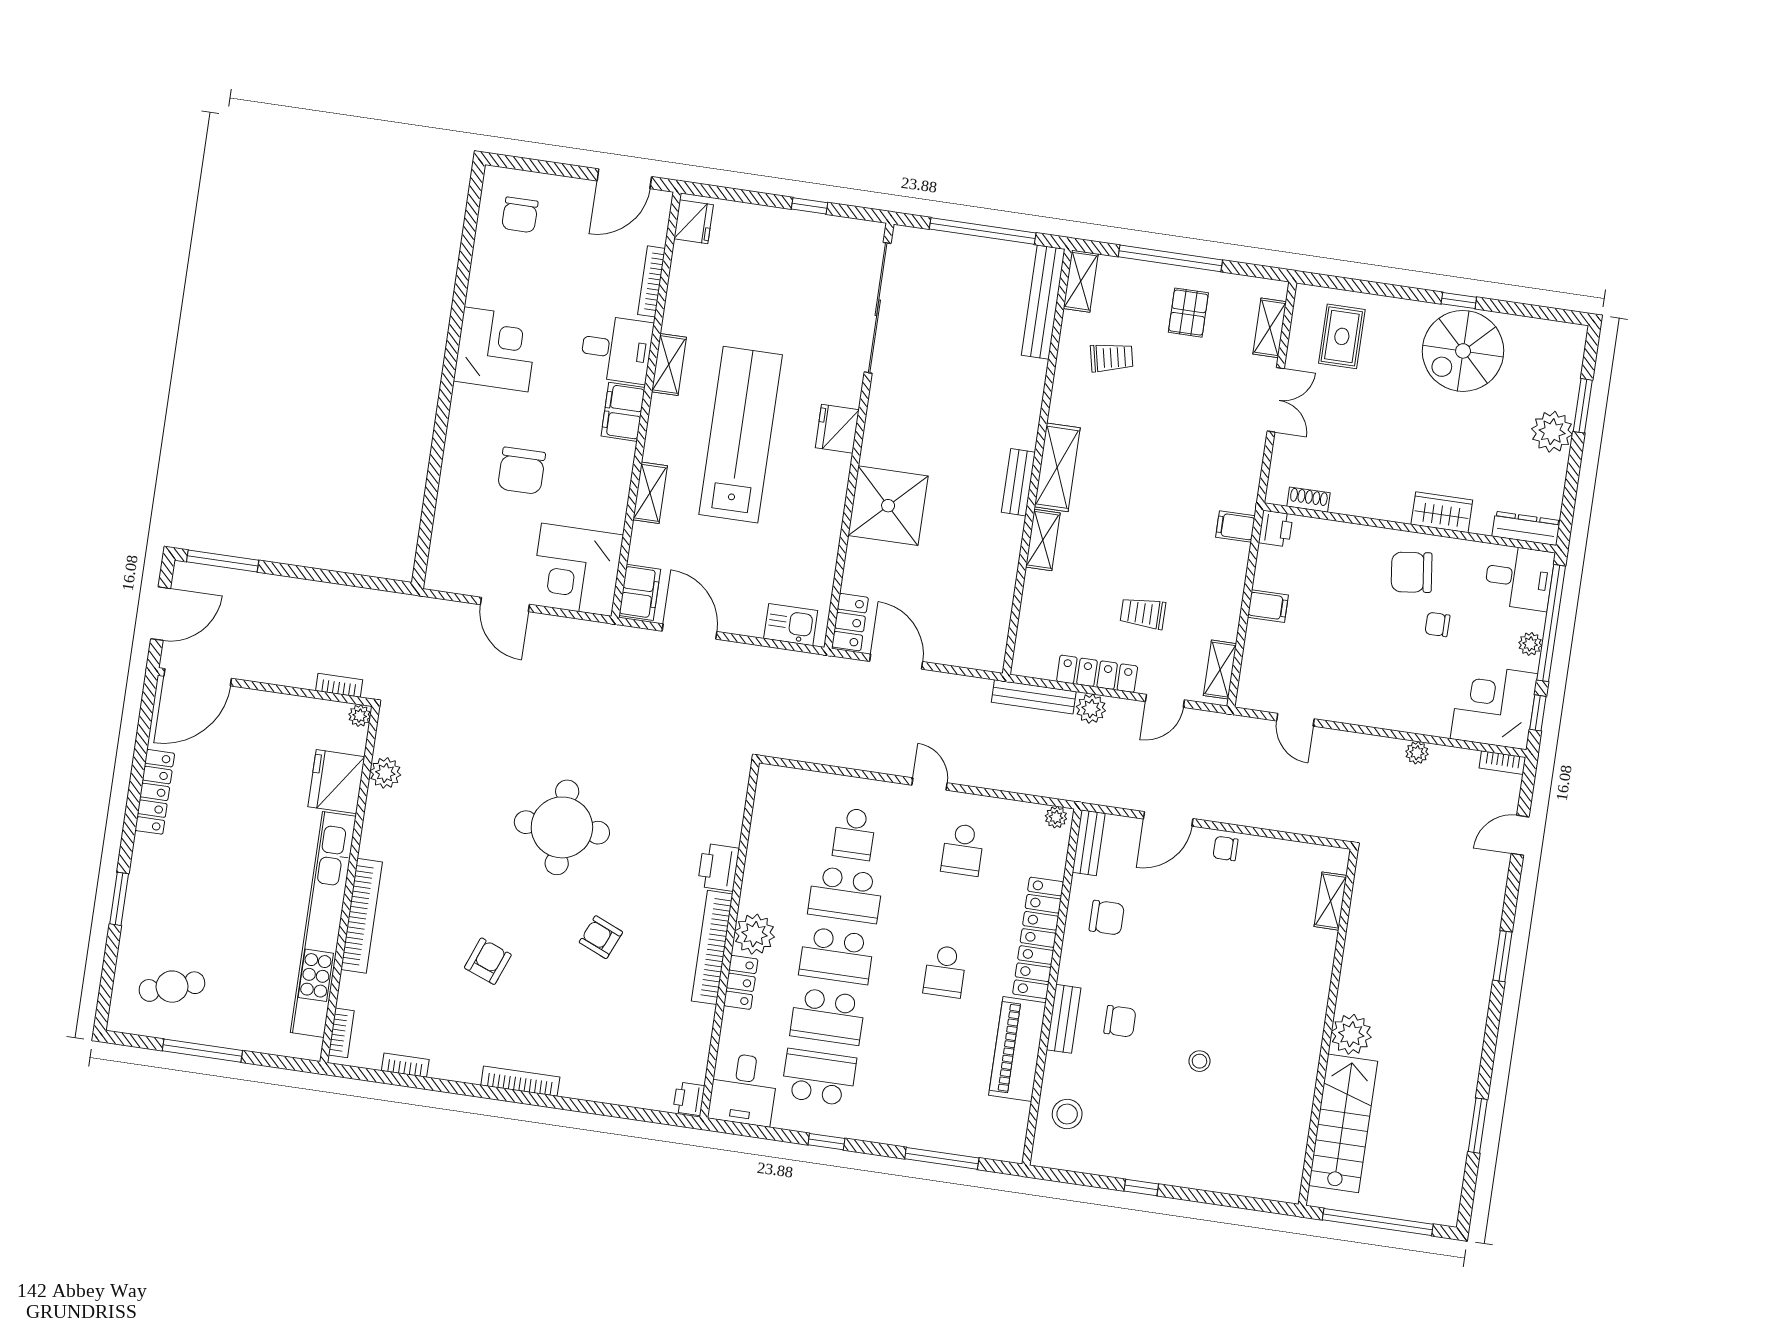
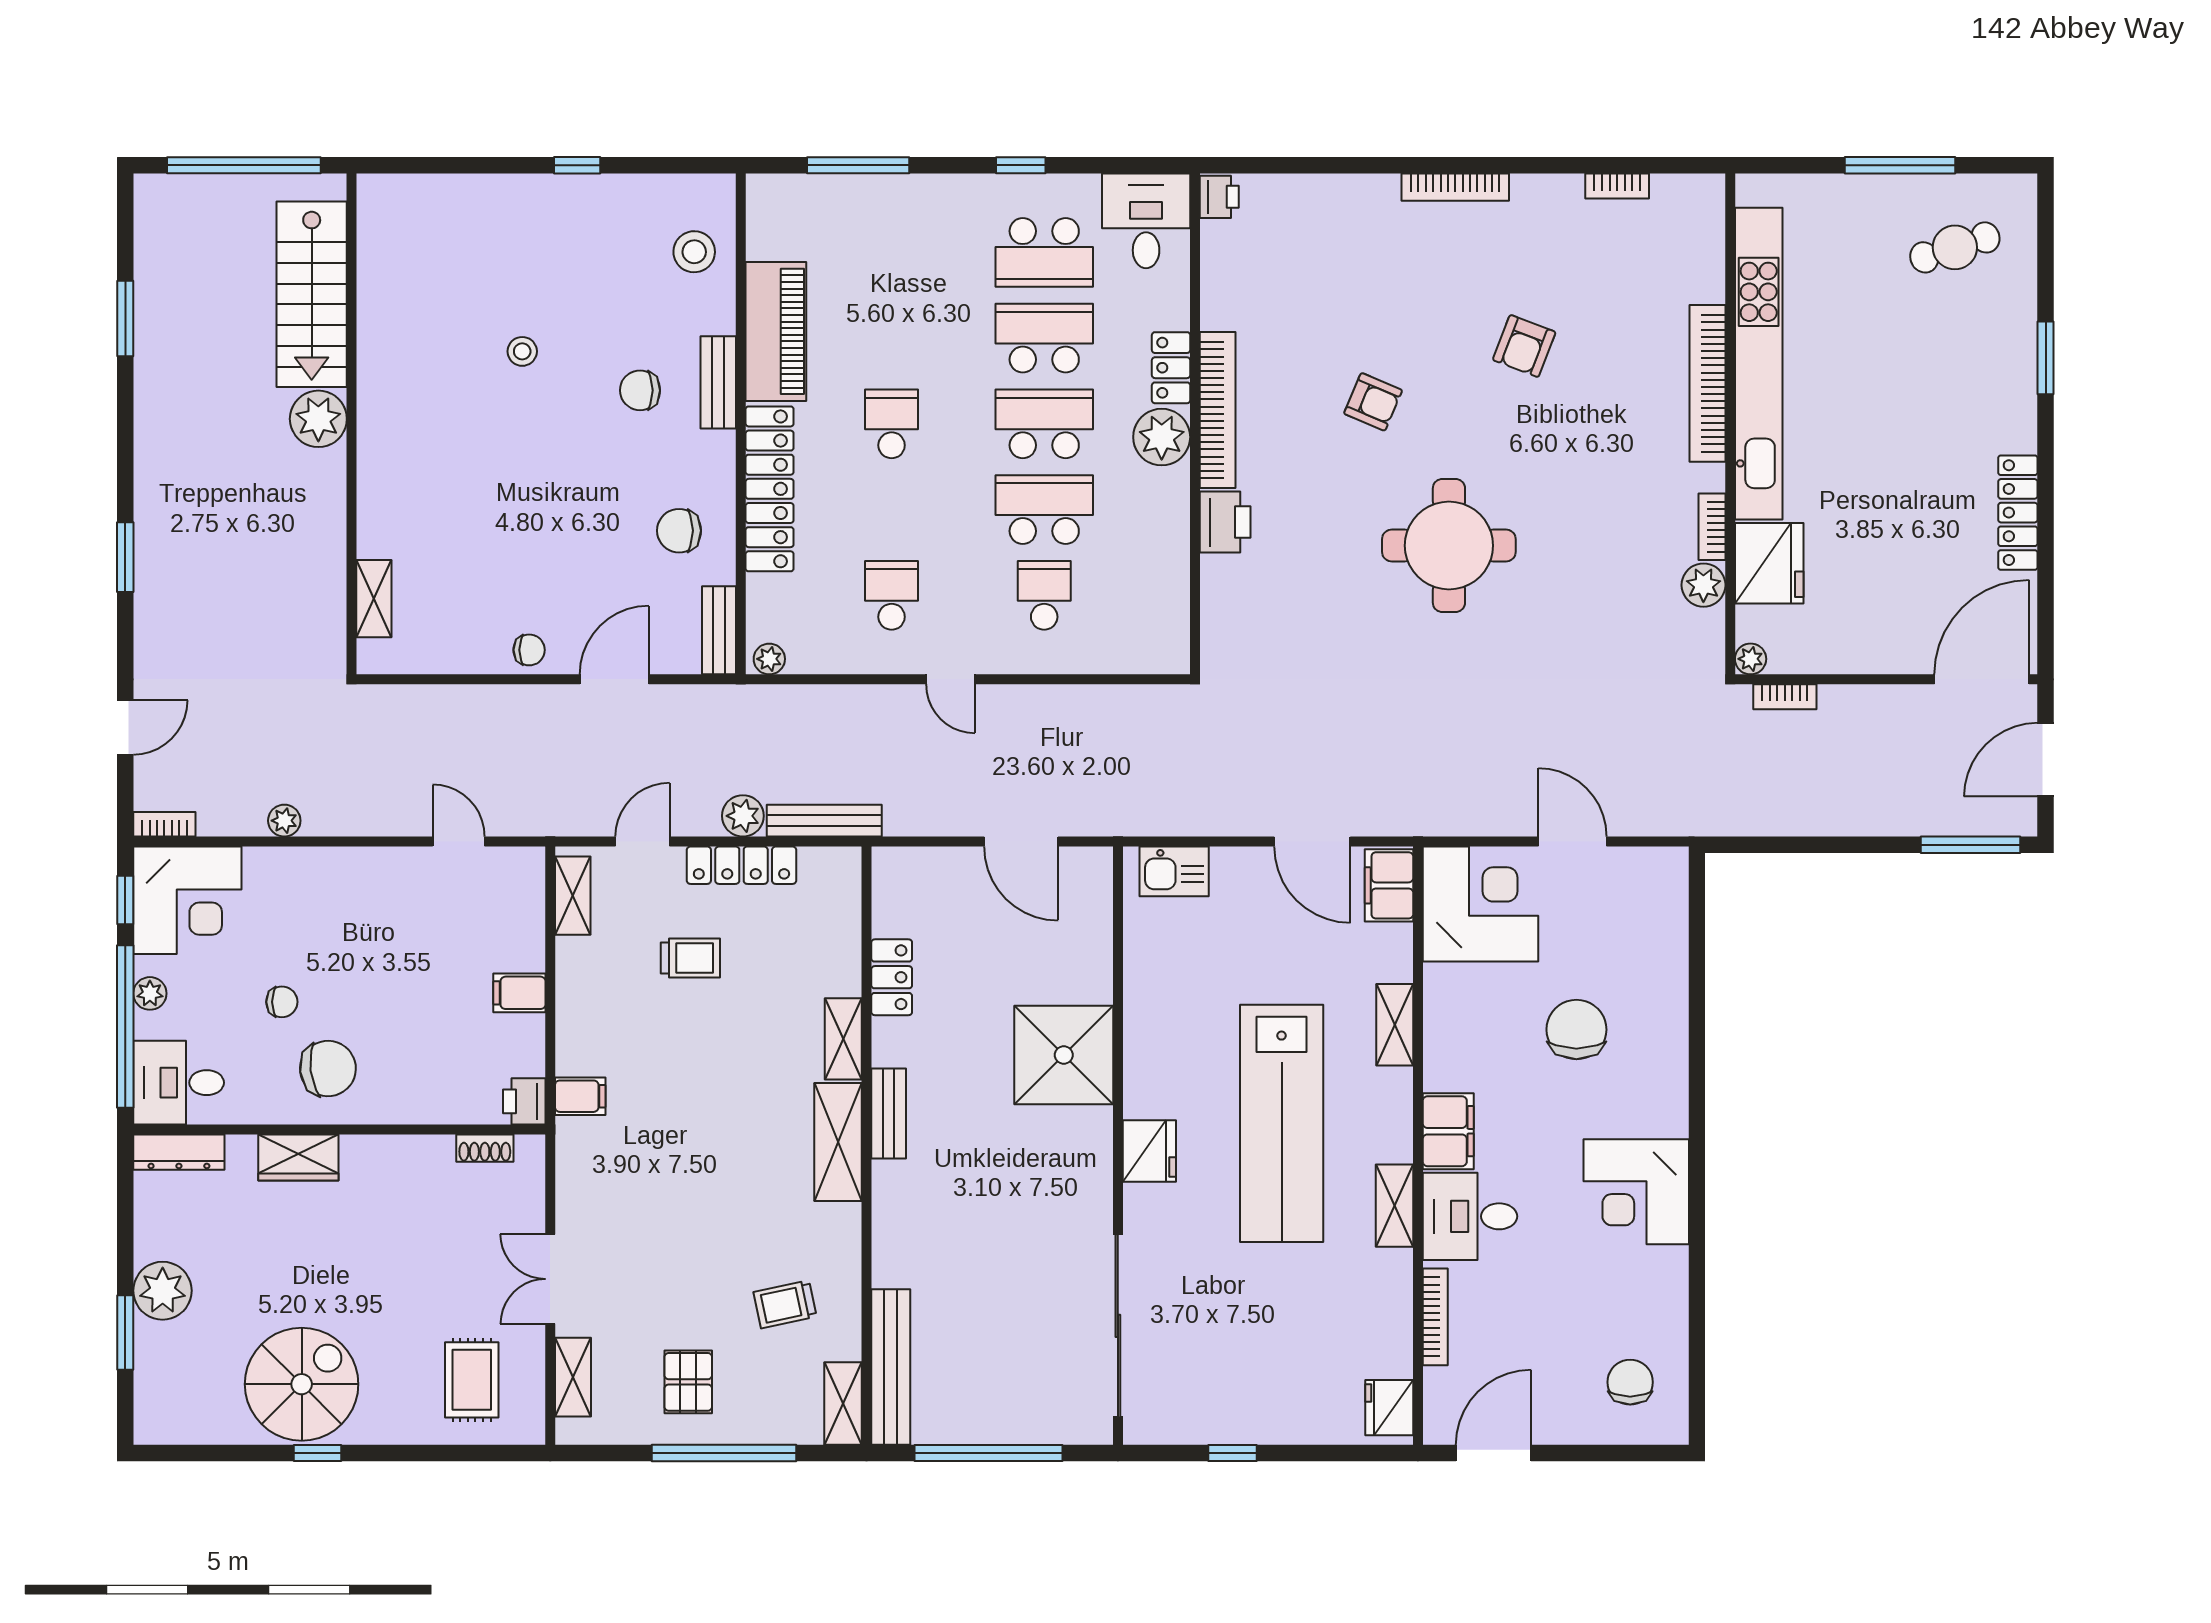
locker: (850, 622) -> (892, 977), moved, turned 180
bookcase: (341, 1033) -> (1712, 527), moved

